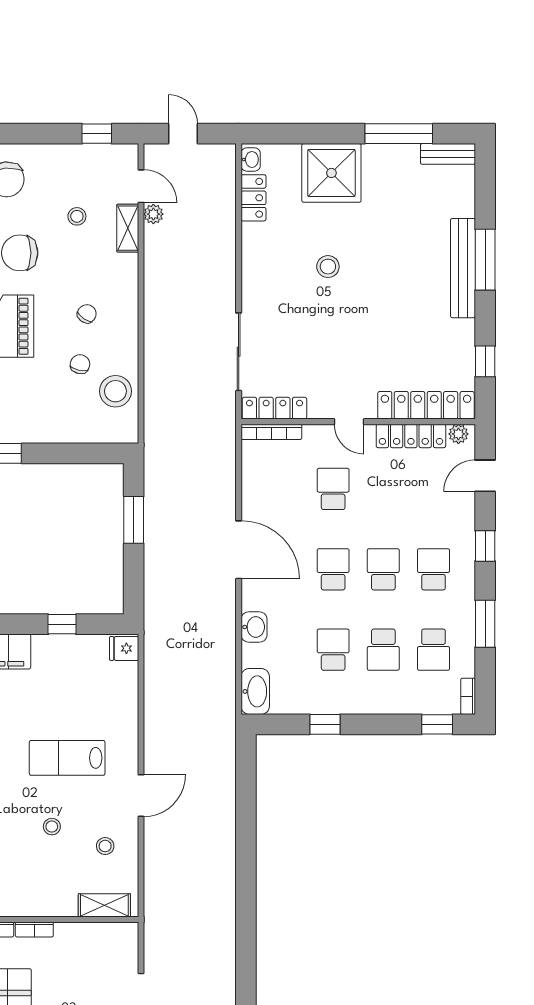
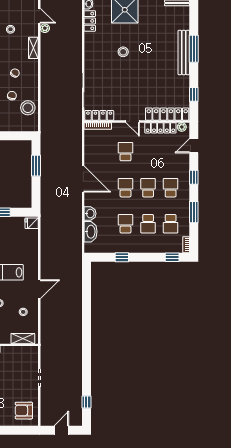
shelving: (128, 228) -> (33, 48), moved
washbasin: (255, 691) -> (91, 232), moved

